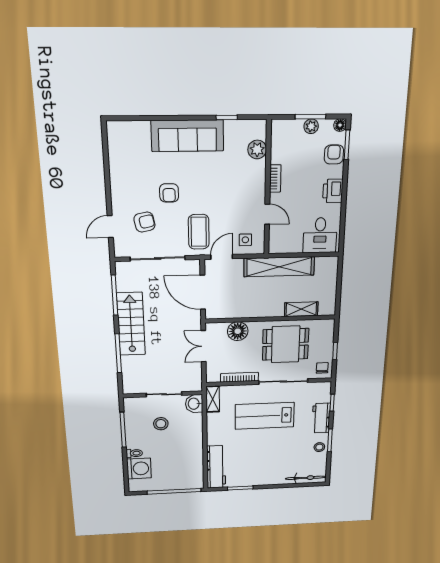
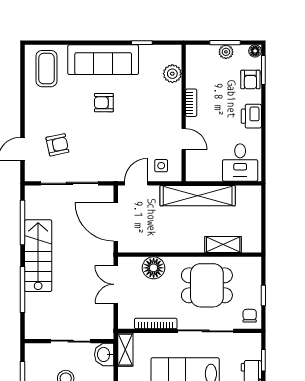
armchair: (334, 154) -> (250, 79), turned 180
armchair: (169, 193) -> (104, 103), moved, turned 90
coffee table: (199, 232) -> (47, 69), moved

